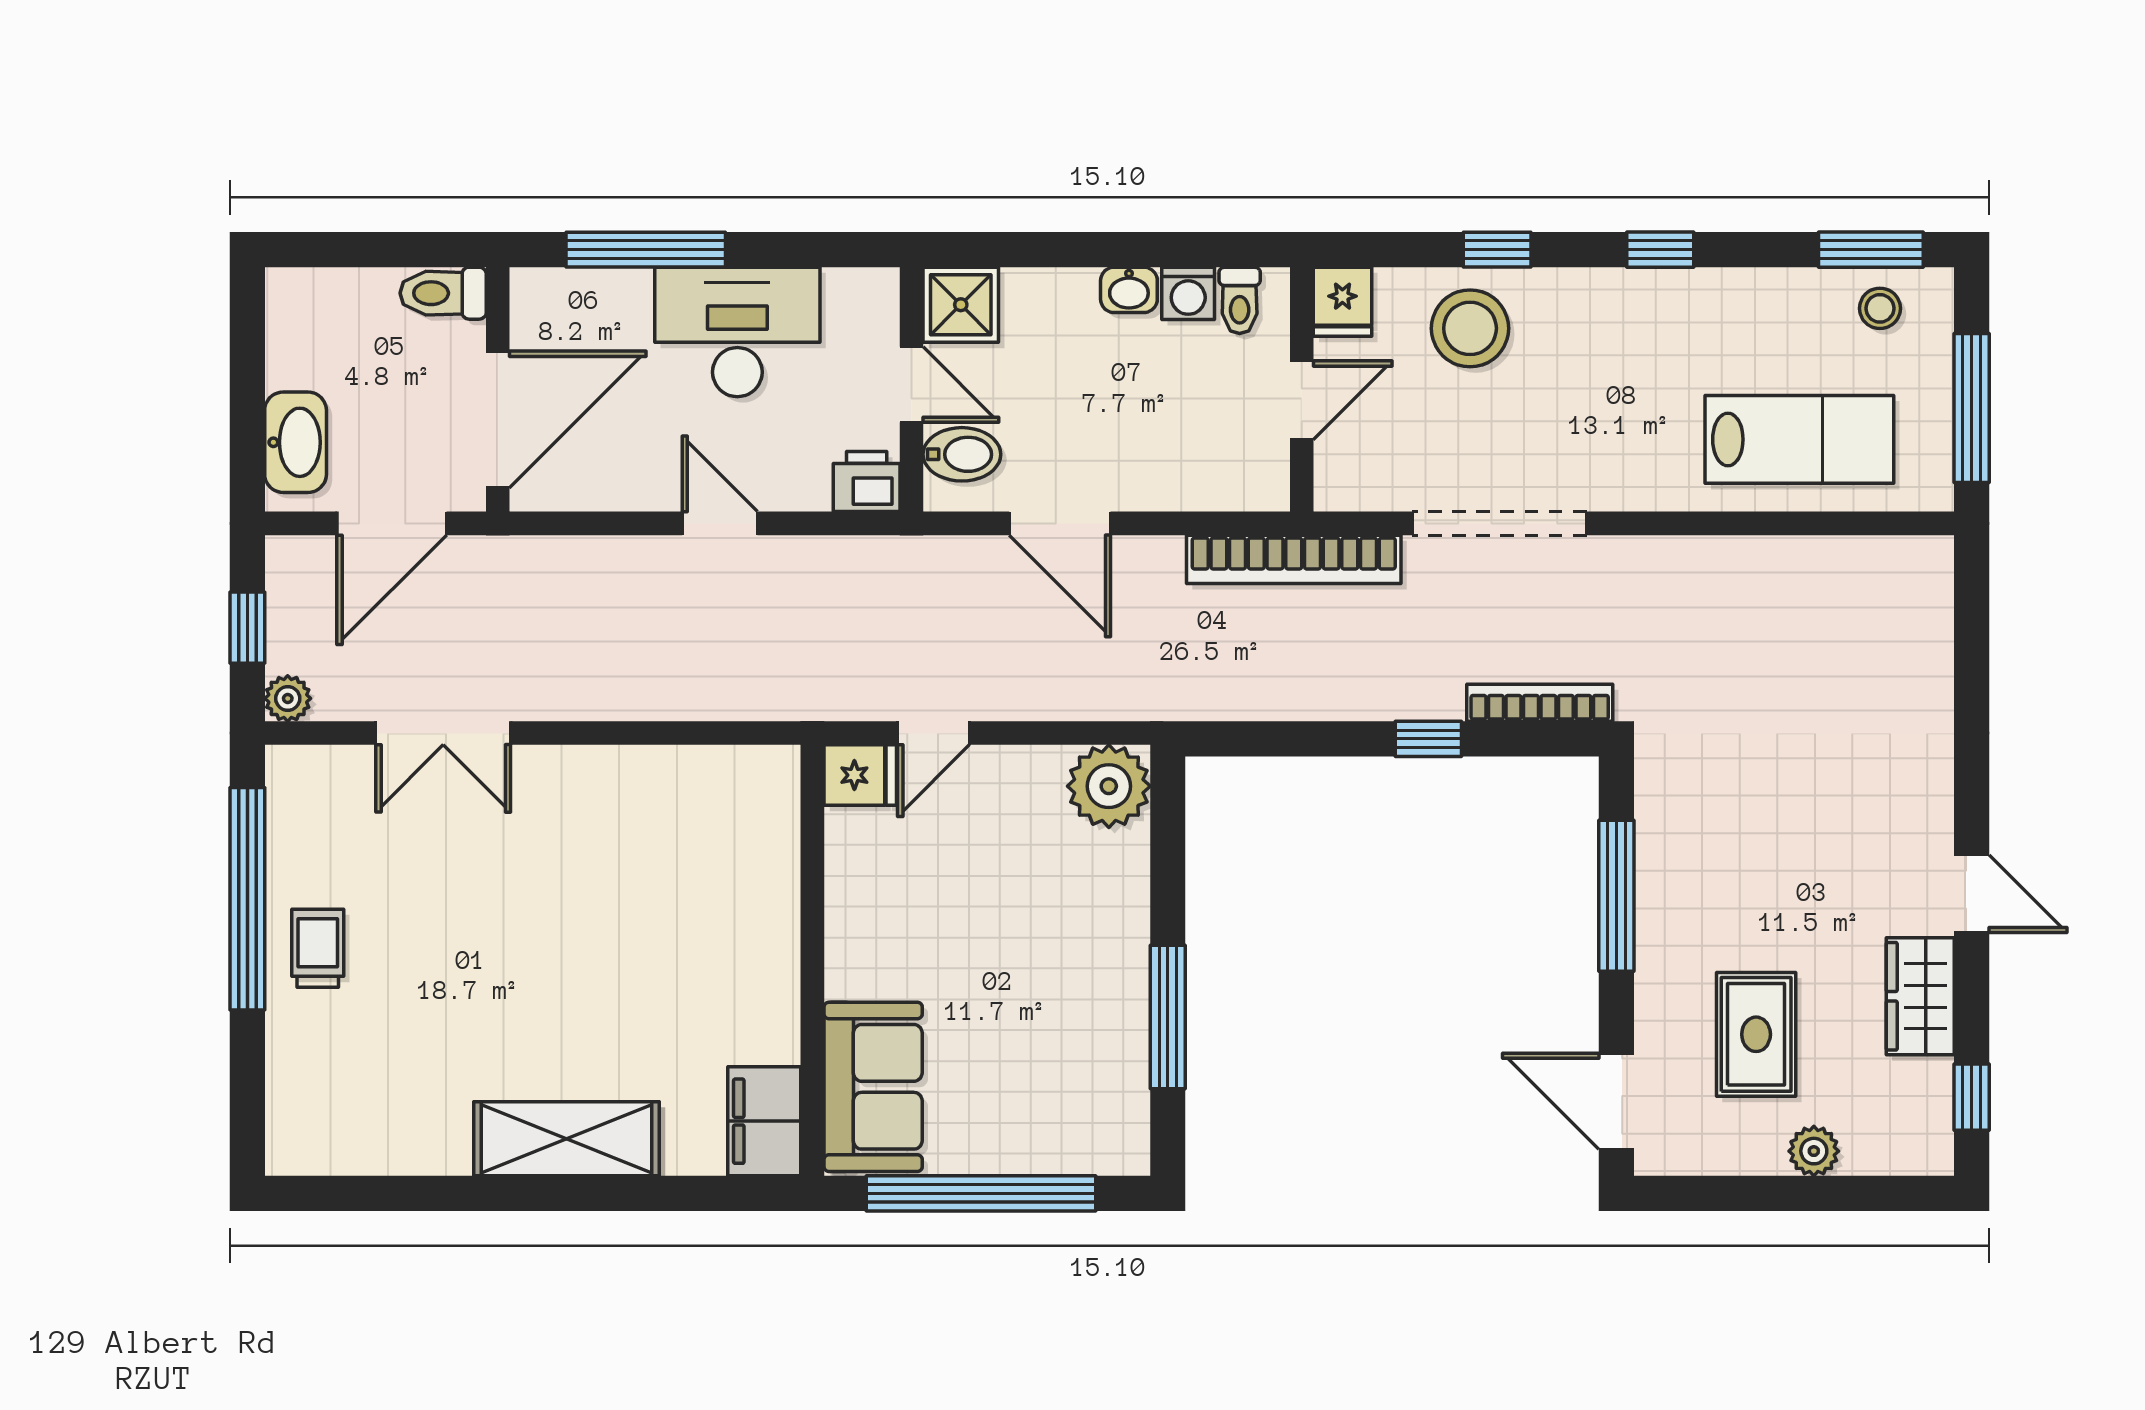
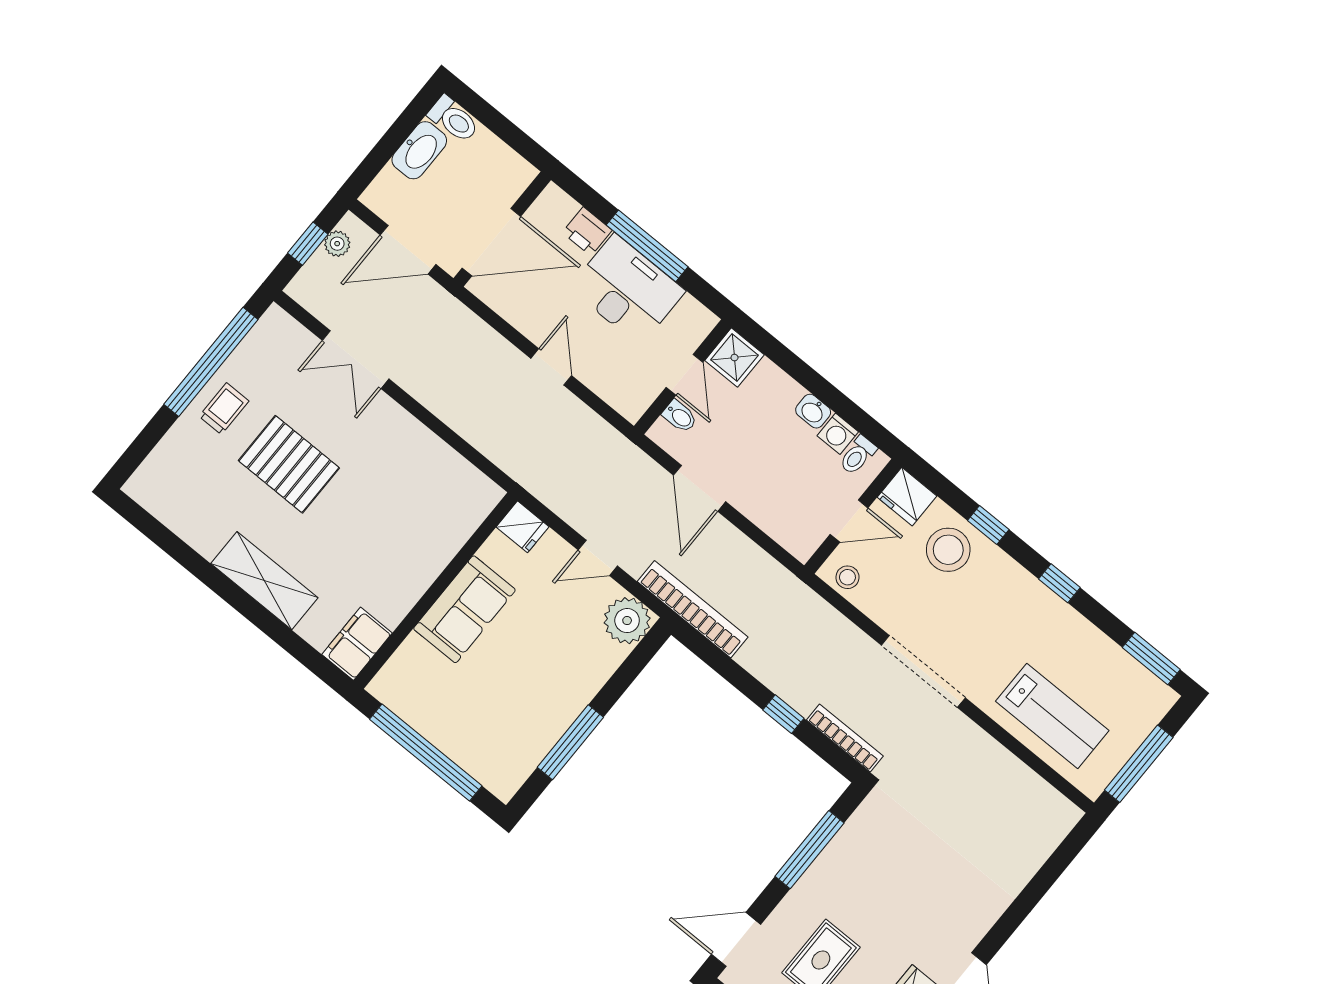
window: (646, 250) -> (647, 246), moved
toilet: (443, 293) -> (454, 119), moved, turned 180
fridge: (1342, 302) -> (907, 497), width x1.38
stool: (1880, 308) -> (847, 577), moved
washbasin: (296, 442) -> (419, 150), moved
bidet: (962, 454) -> (680, 416), width x0.72, depth x0.74
printer: (867, 482) -> (587, 231), moved, turned 180
doorway: (1499, 523) -> (923, 671), moved
bookcase: (1294, 559) -> (693, 609), moved, turned 180
plant: (288, 698) -> (337, 244), moved
door: (934, 733) -> (598, 558), moved
pallet: (469, 952) -> (289, 464), added
sofa: (873, 1087) -> (464, 609), moved
door: (1616, 1101) -> (736, 939), hinge flipped

